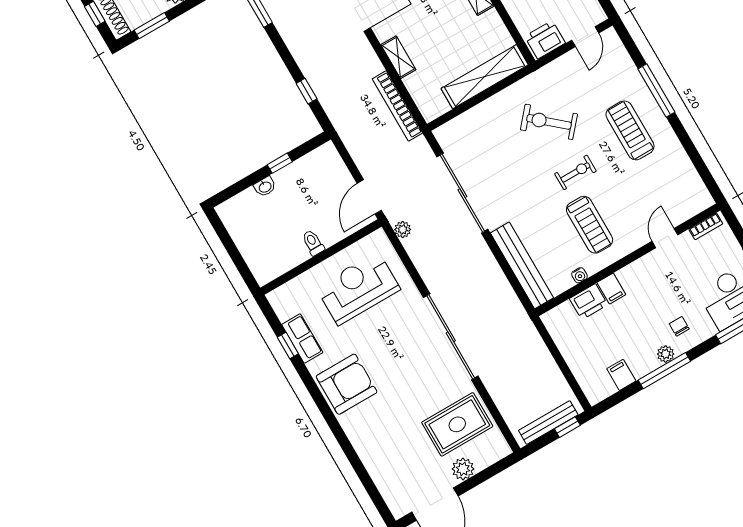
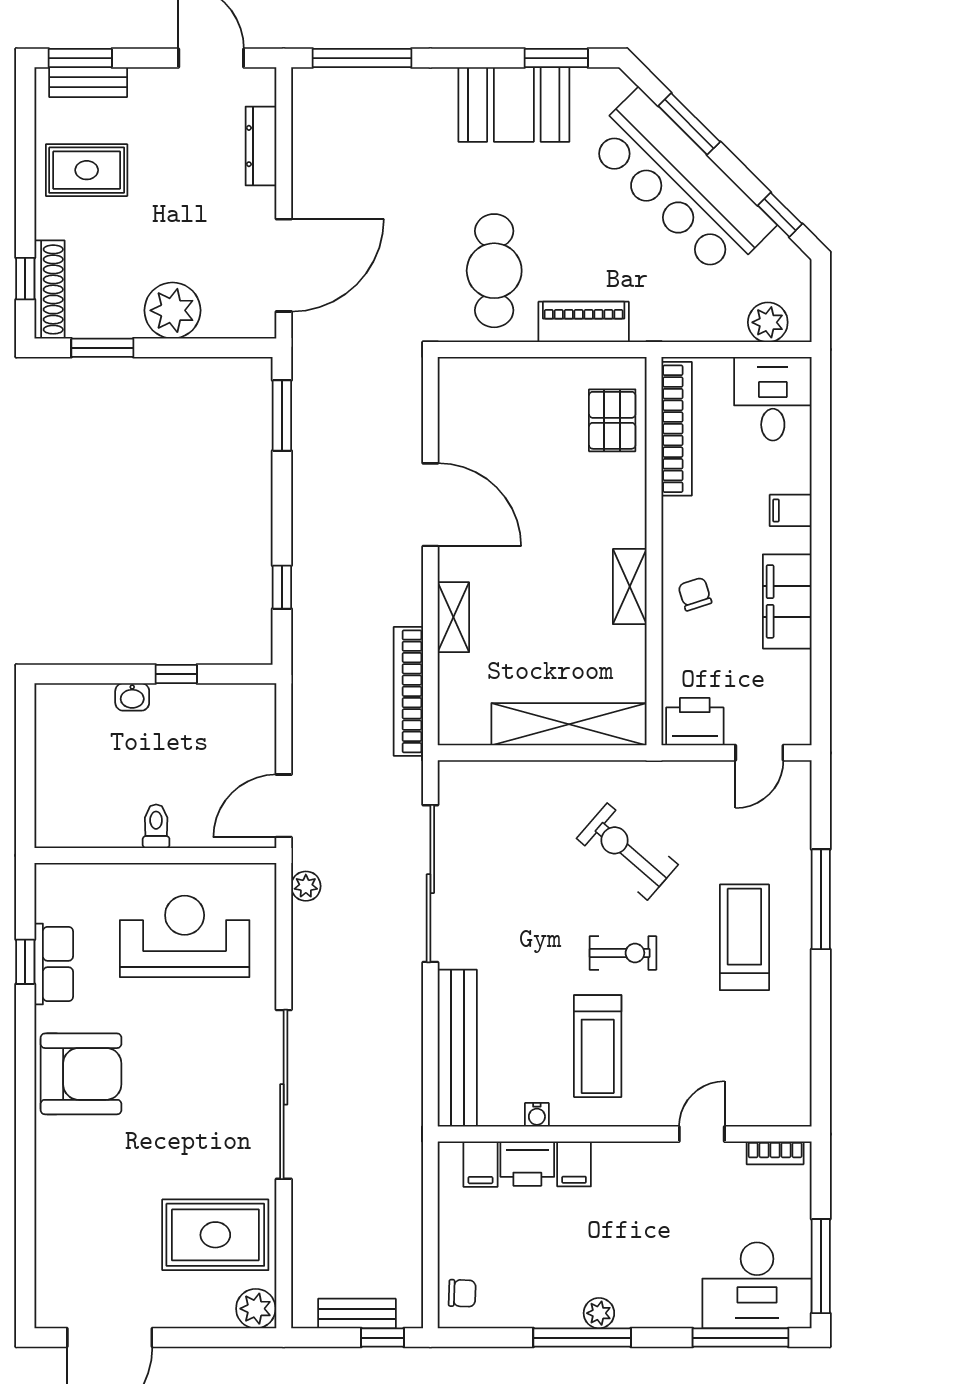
chair: (679, 326) -> (462, 1293), moved, turned 92
filing cabinet: (621, 375) -> (480, 1164), moved, turned 180
bench: (548, 423) -> (357, 1314), width x0.73
plant: (463, 469) -> (256, 1309), moved

